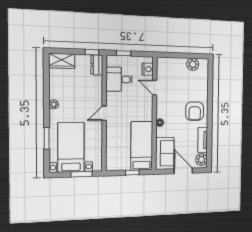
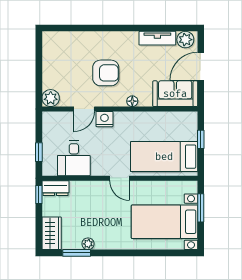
plant: (193, 64) -> (51, 98), moved
nightstand: (148, 69) -> (104, 119), moved
plant: (54, 104) -> (88, 244), moved
armchair: (195, 111) -> (106, 73), moved
window: (47, 138) -> (77, 253), moved
bed: (142, 146) -> (164, 157), moved

